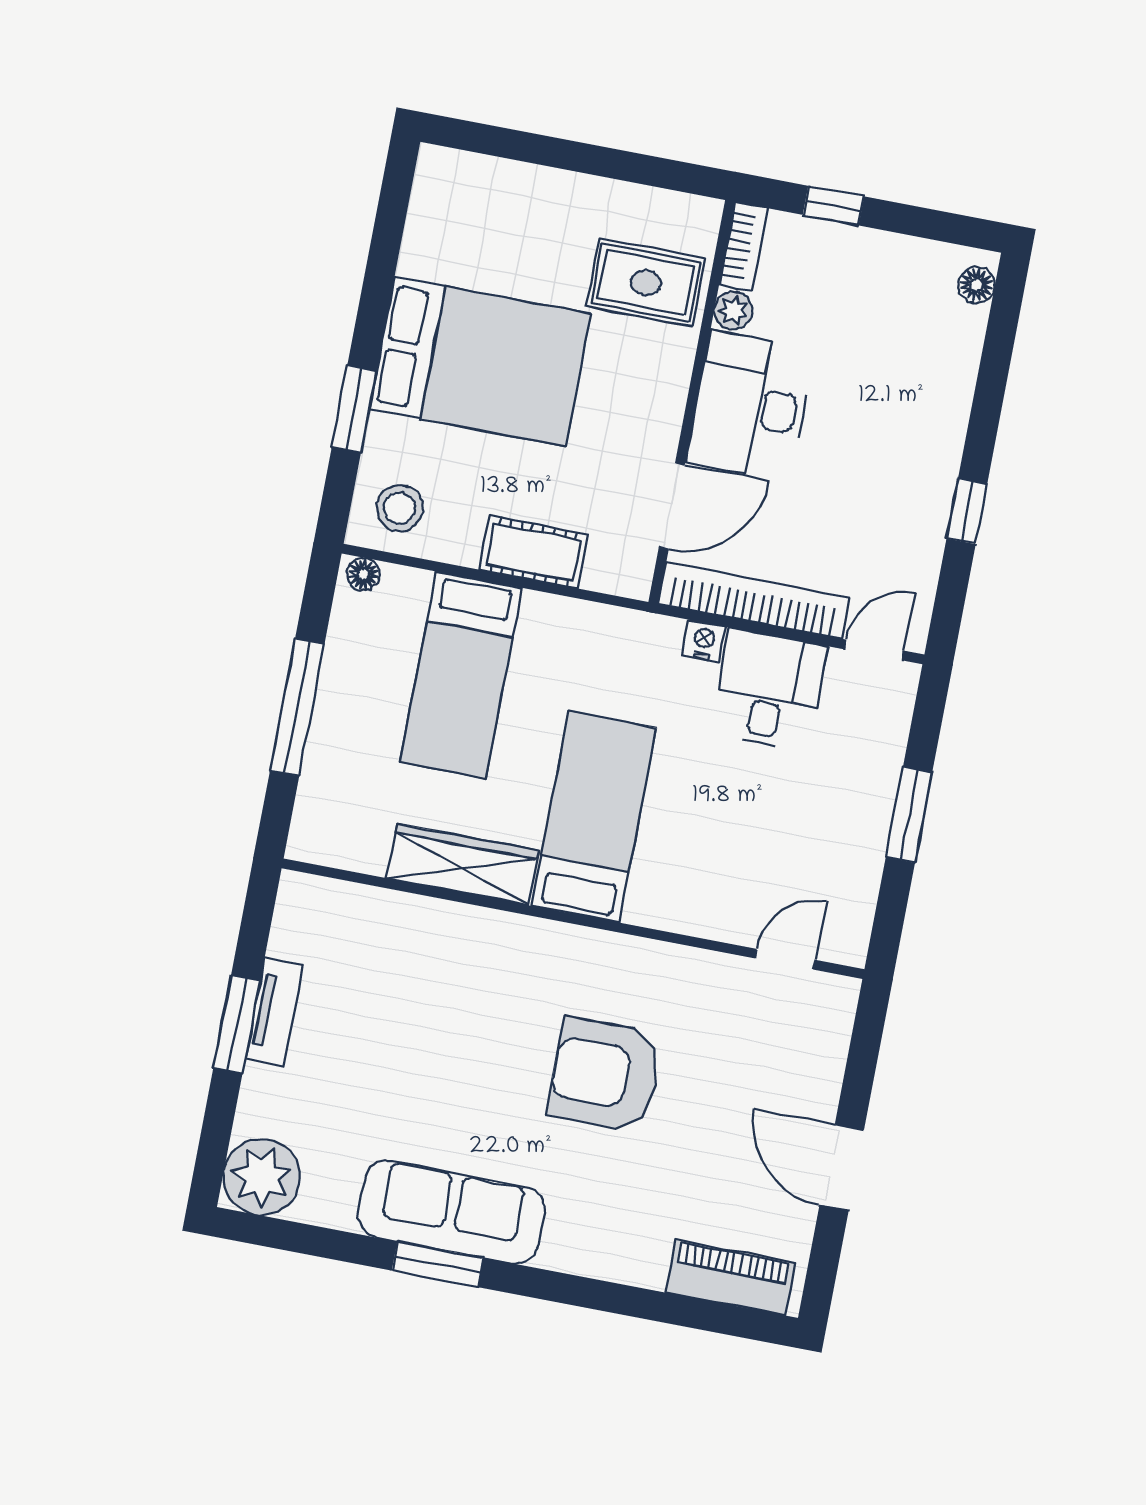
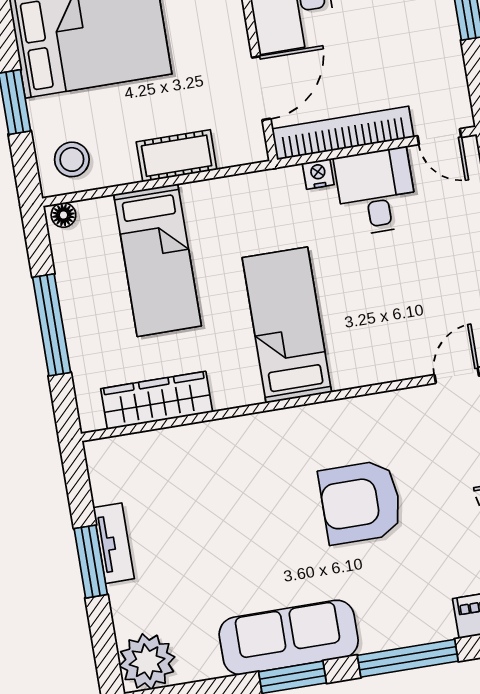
door: (874, 650) -> (439, 137), swing flipped
wardrobe: (463, 864) -> (157, 400), moved
window: (592, 1294) -> (408, 658), added

